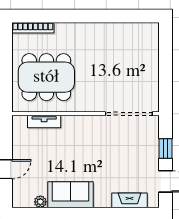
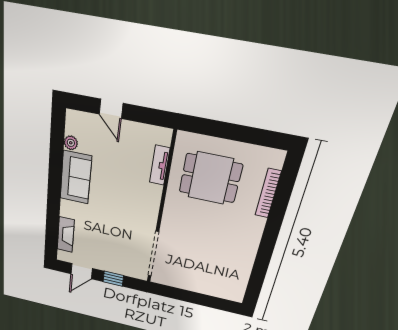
bookcase: (33, 28) -> (268, 193), moved
dining table: (46, 77) -> (210, 178), width x0.73

